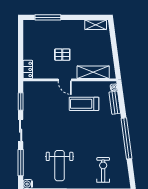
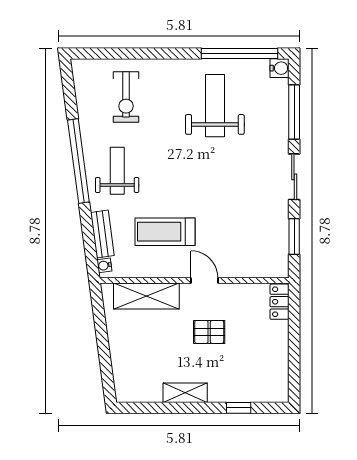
window: (48, 17) -> (239, 408), width x0.46
shelving: (96, 25) -> (185, 393), moved
treadmill: (84, 104) -> (165, 232), turned 180
weight bench: (108, 134) -> (117, 171), added

